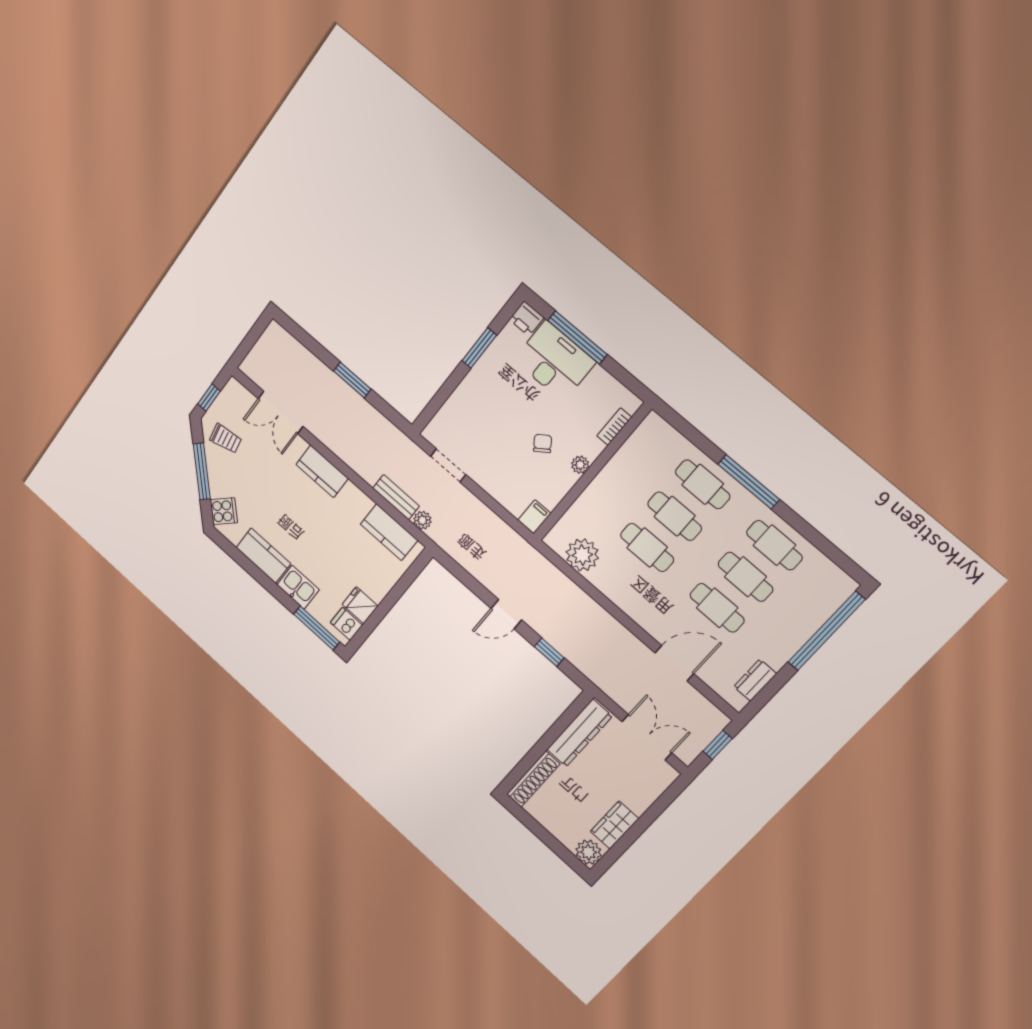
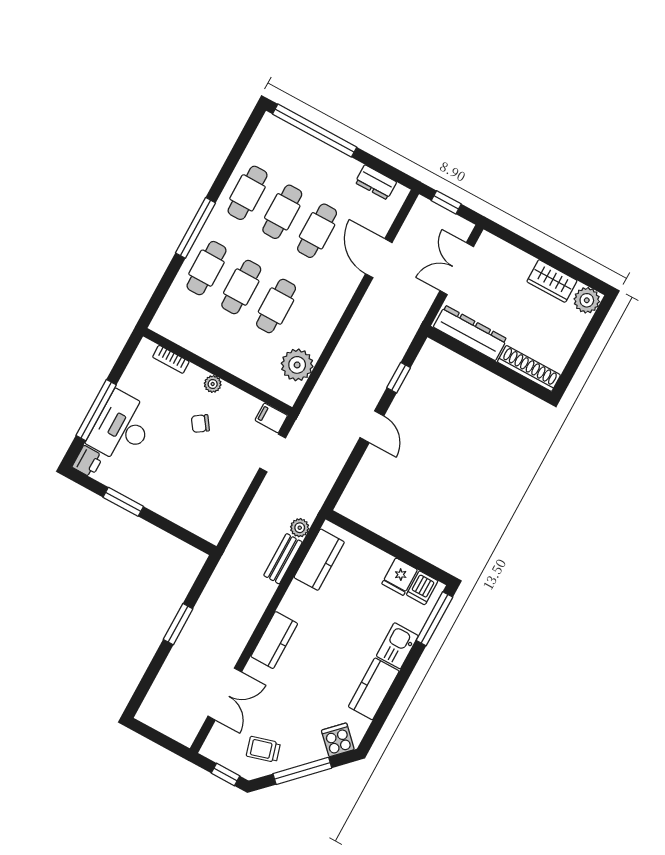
trolley: (226, 439) -> (263, 749), turned -95
doorway: (448, 465) -> (273, 453), moved

